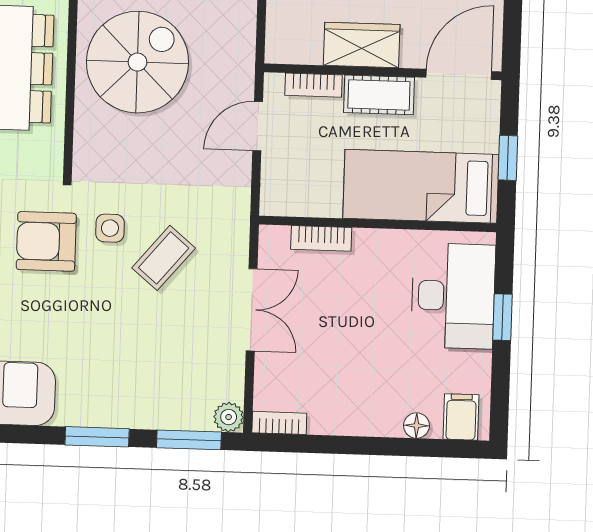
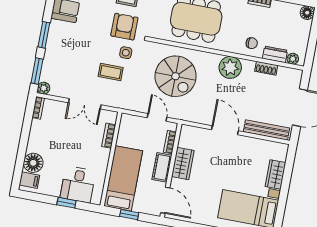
spiral stairs: (137, 62) -> (176, 76), moved
coffee table: (164, 258) -> (111, 72), turned -40
desk: (453, 296) -> (78, 184), width x0.73
floor lamp: (417, 426) -> (33, 163), width x1.89, depth x1.89

